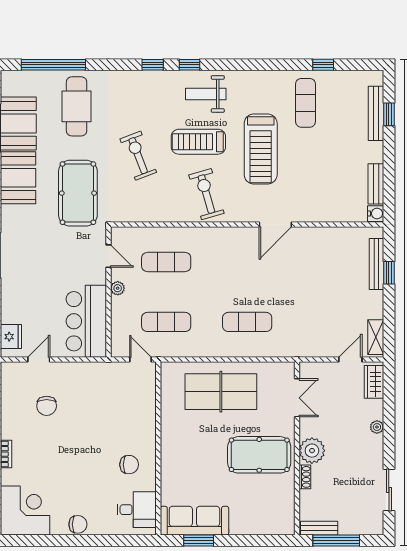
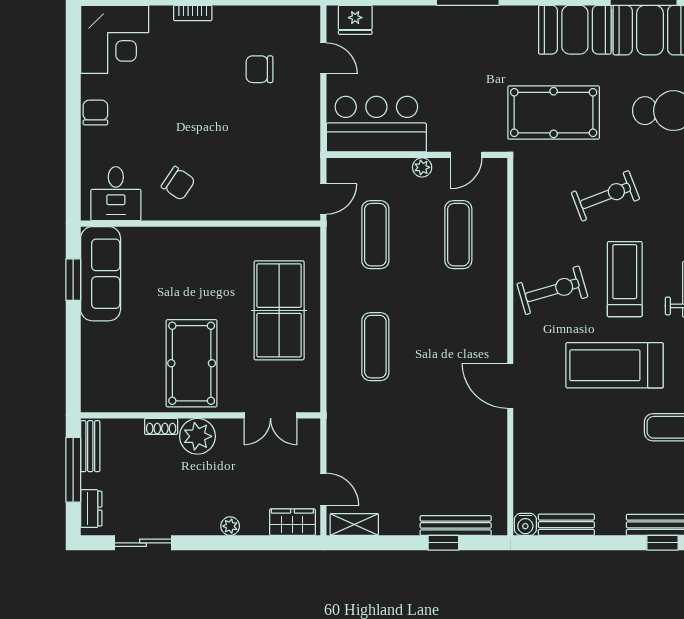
chair: (129, 465) -> (178, 183), turned -56
chair: (78, 524) -> (95, 112), turned 180
dresser: (364, 527) -> (91, 509), added

